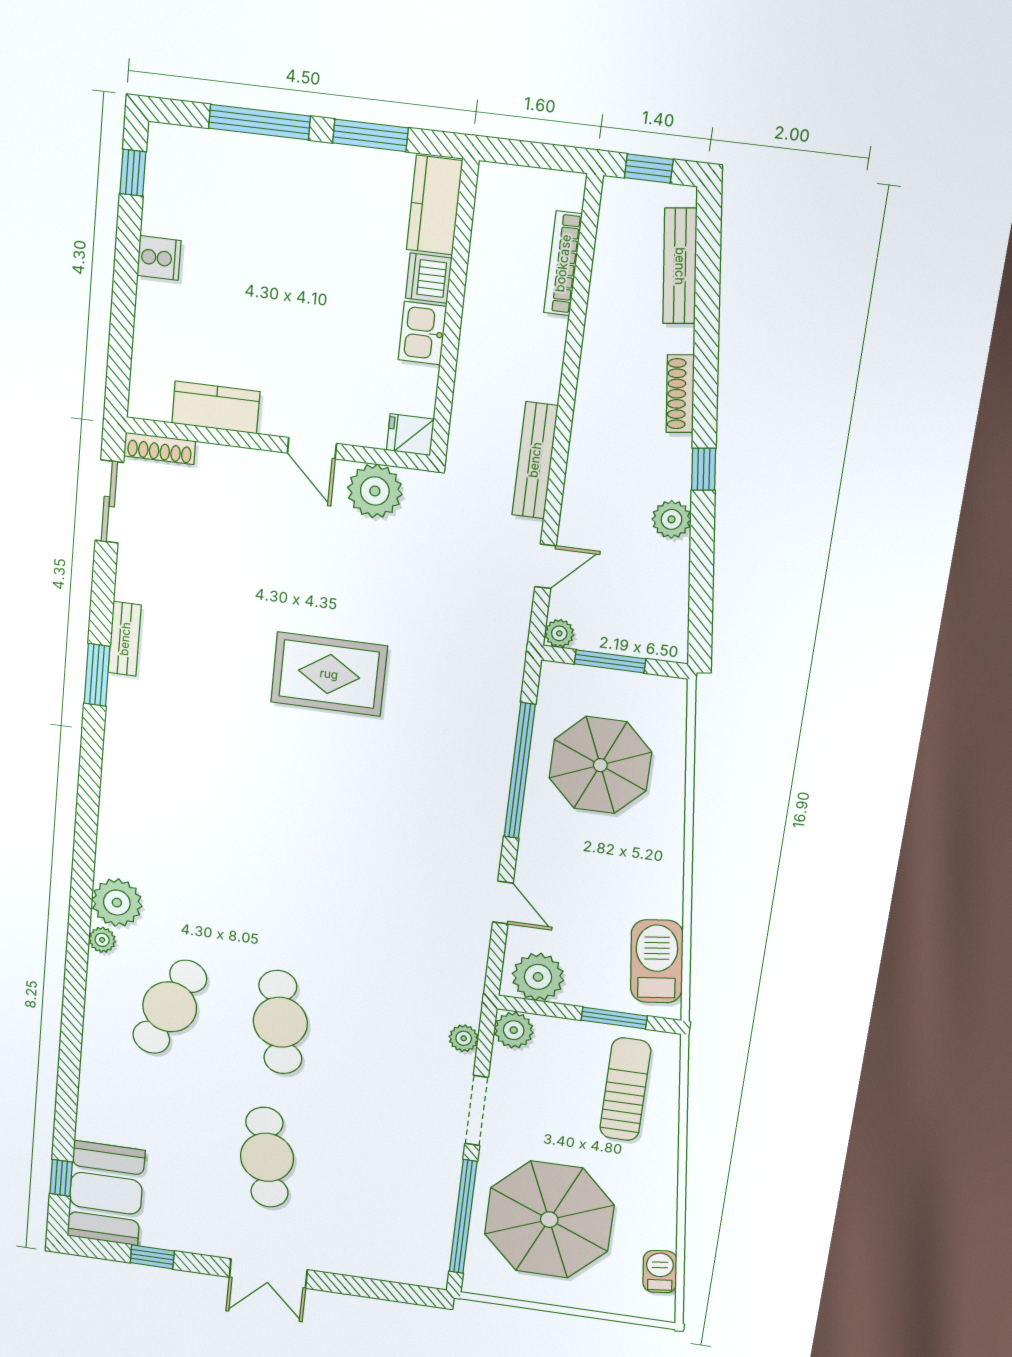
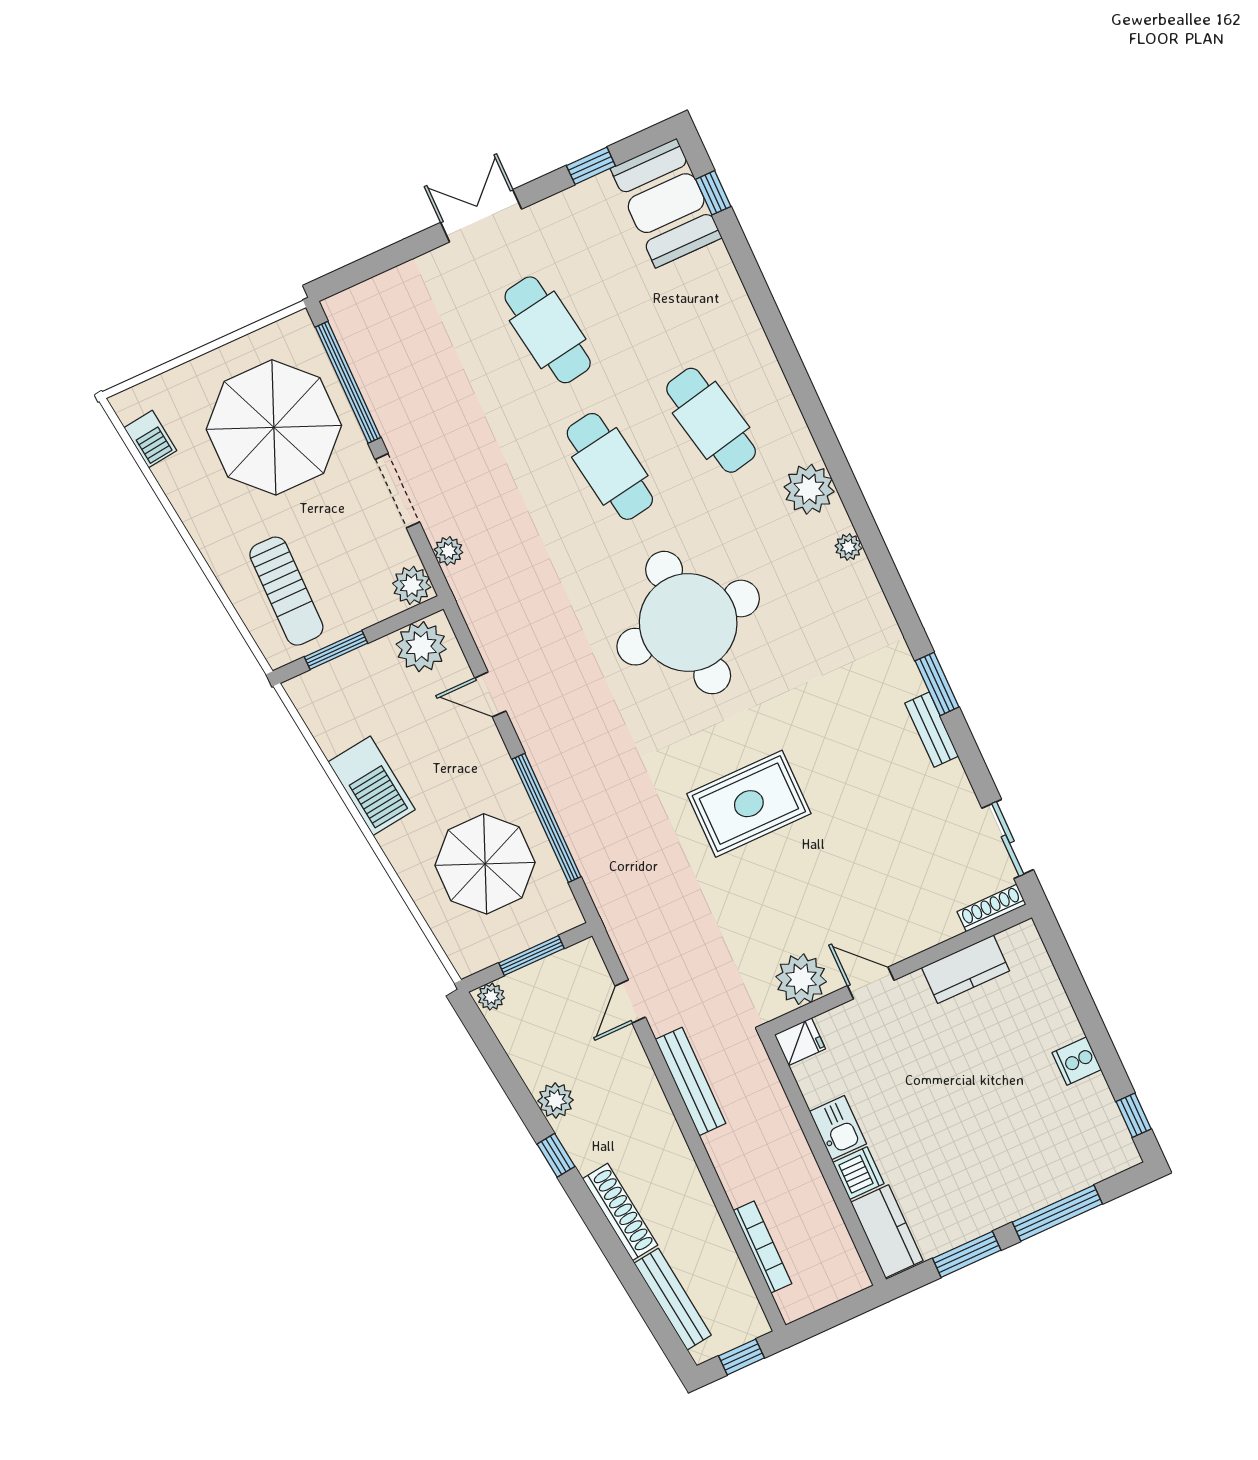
shoe rack: (680, 394) -> (620, 1212), width x1.36, depth x1.24
plant: (559, 633) -> (491, 997), moved
round table: (290, 858) -> (688, 623), added
plant: (102, 940) -> (848, 547), moved
barbecue: (657, 961) -> (372, 786), moved
cafe table: (170, 1007) -> (711, 420), turned -36

